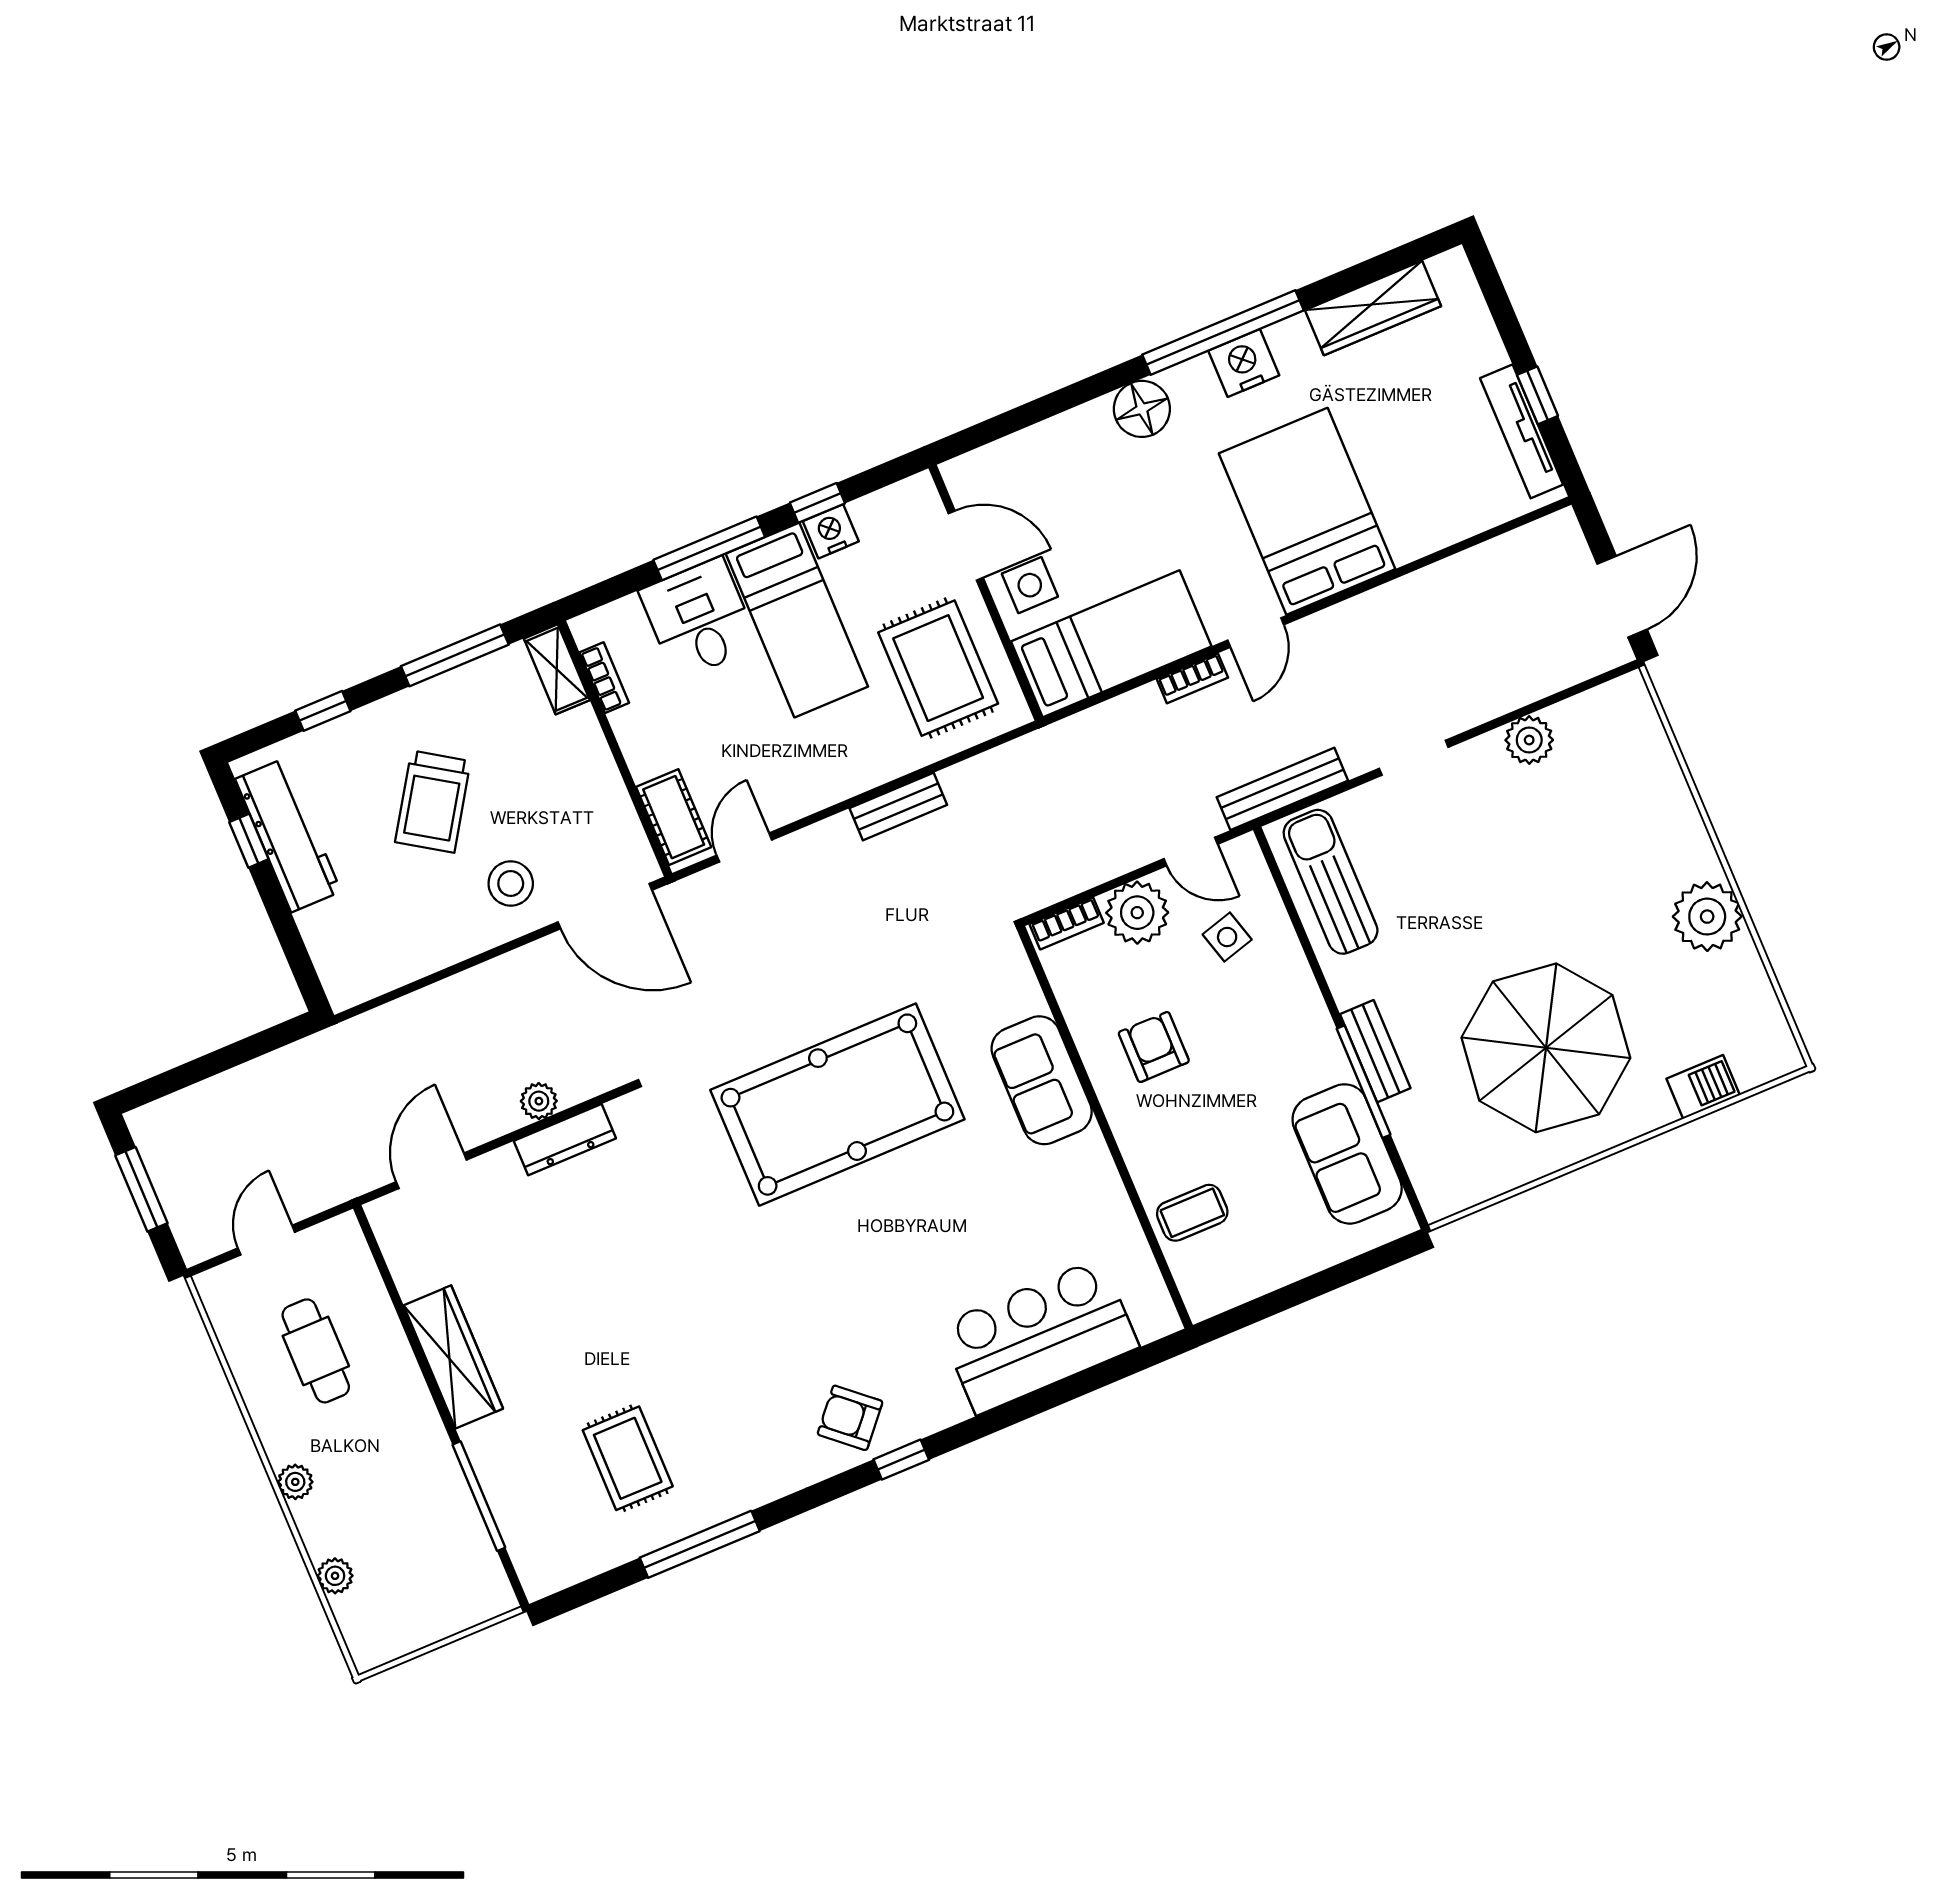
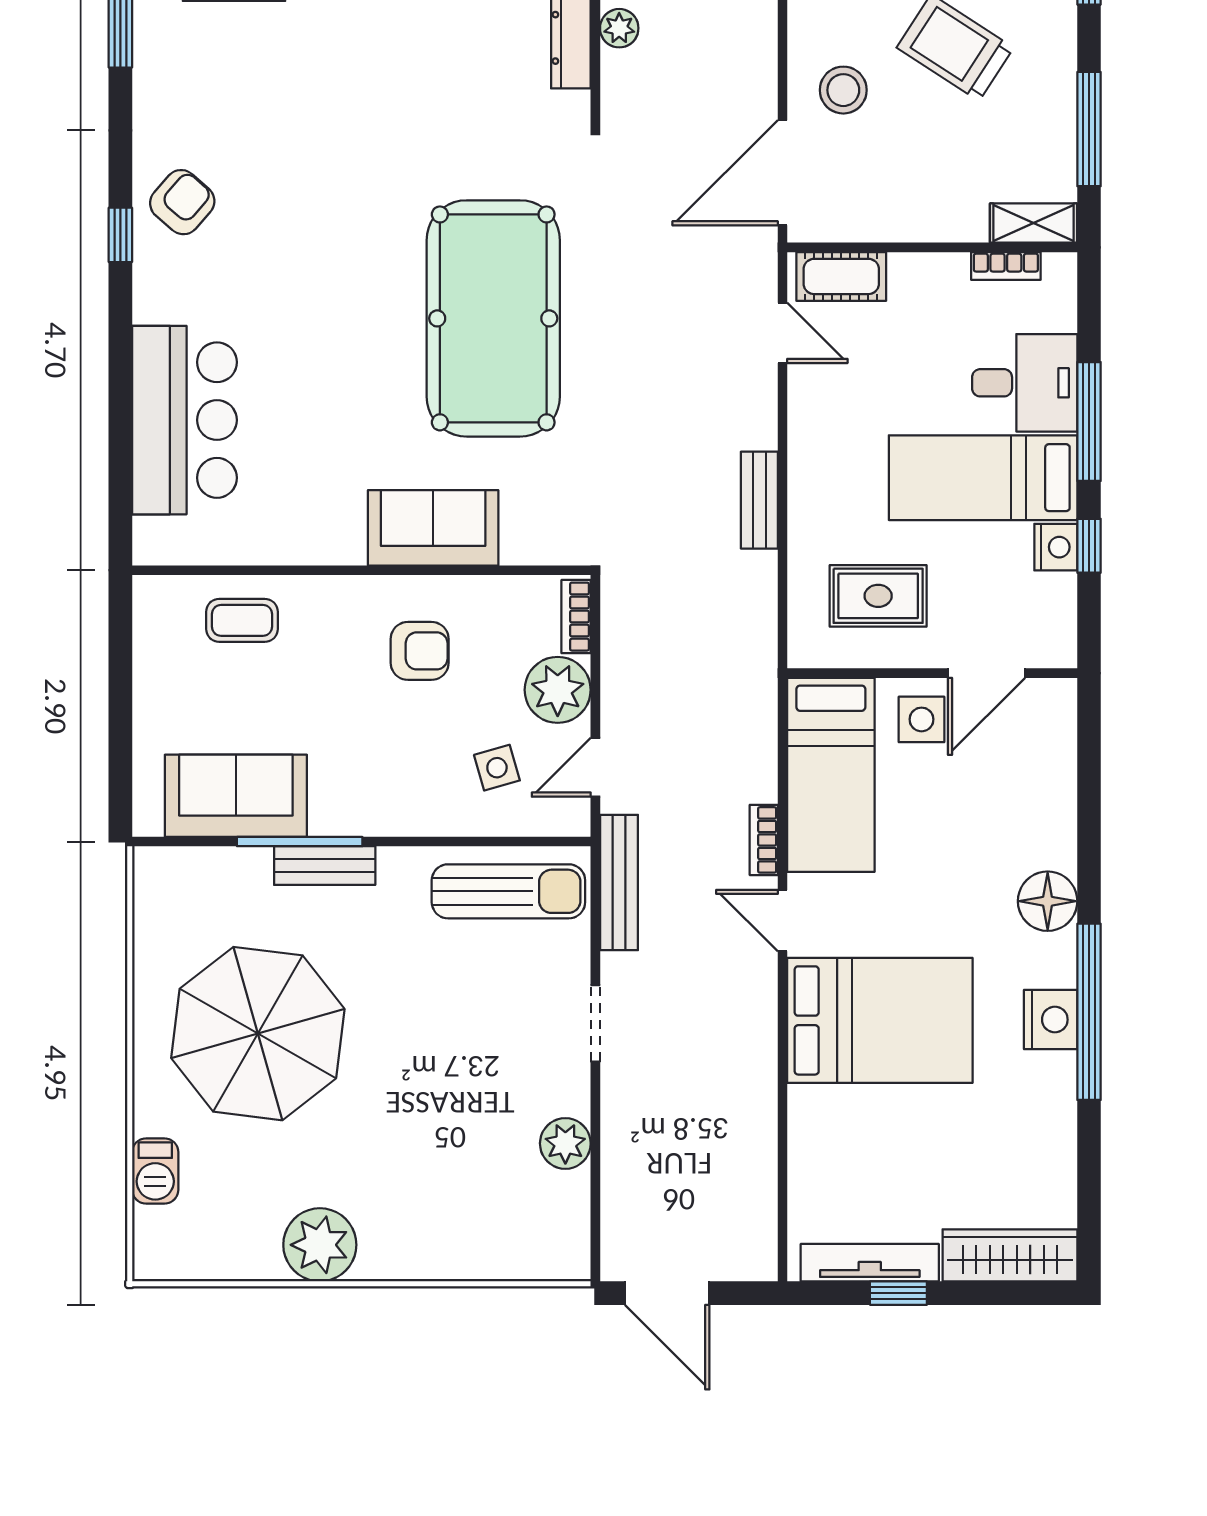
wardrobe: (1373, 308) -> (1010, 1255), moved, turned 90
rug: (938, 668) -> (878, 596), width x0.73, depth x0.70
coffee table: (1192, 1213) -> (242, 620), turned 90

